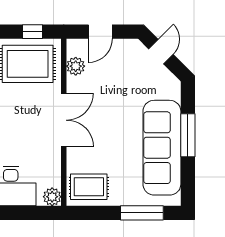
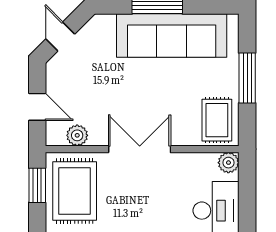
window: (33, 32) -> (37, 185), width x1.50
door: (161, 52) -> (60, 36), hinge flipped
window: (142, 213) -> (247, 78), moved

